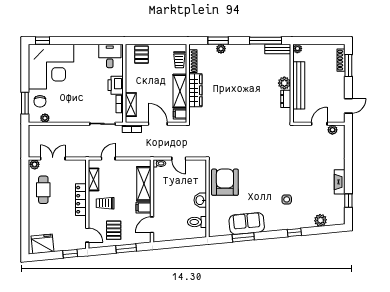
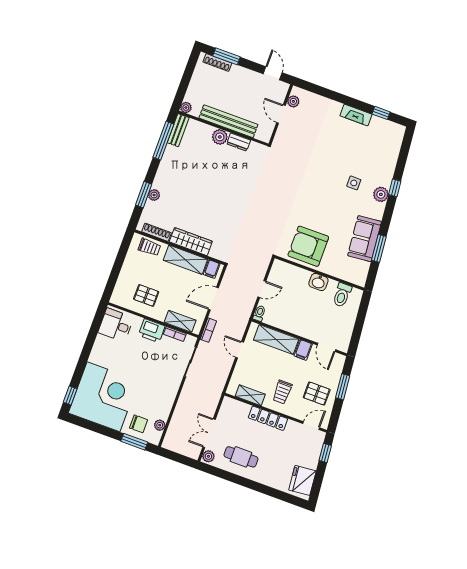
pallet: (141, 55) -> (146, 295), moved
door: (108, 158) -> (240, 350), moved
plant: (320, 220) -> (381, 194), moved

